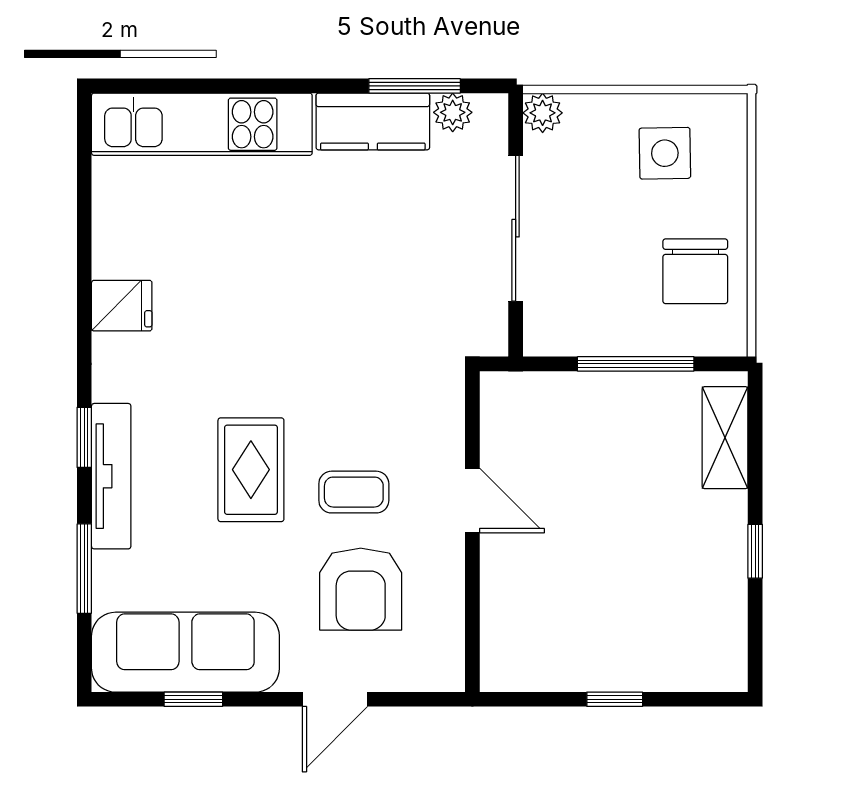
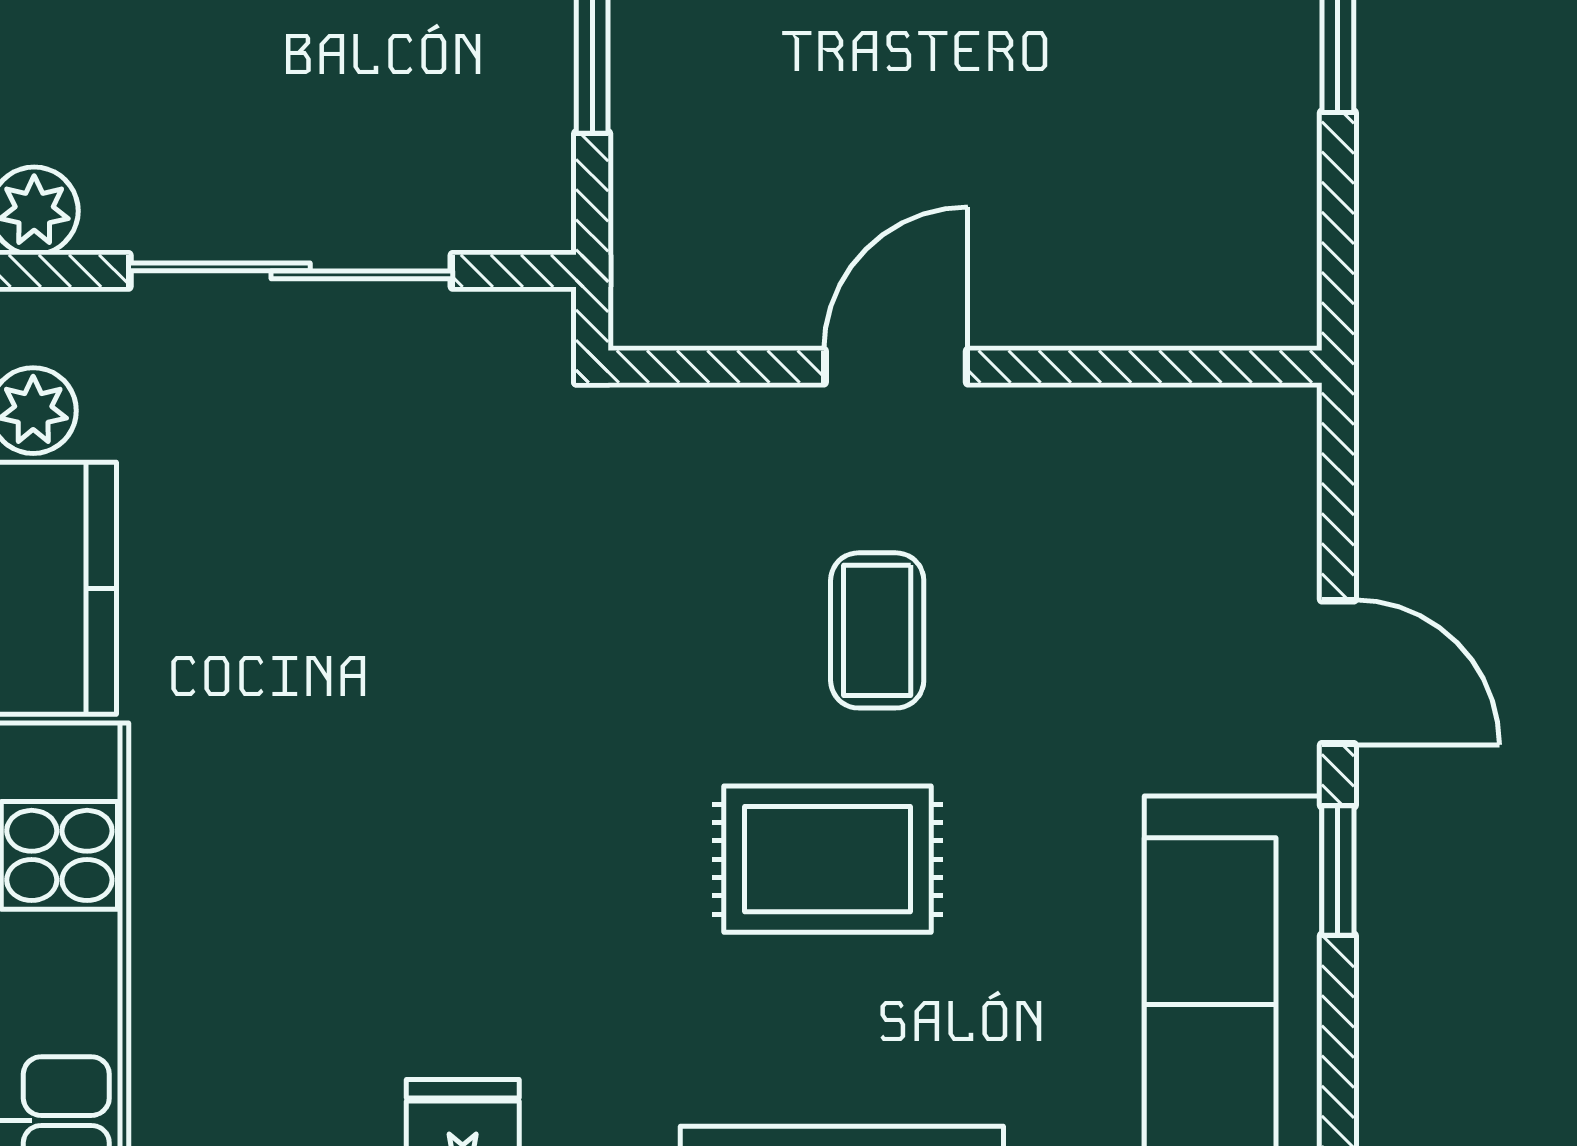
armchair: (361, 589) -> (1093, 615), removed
window: (193, 699) -> (1338, 870), moved

